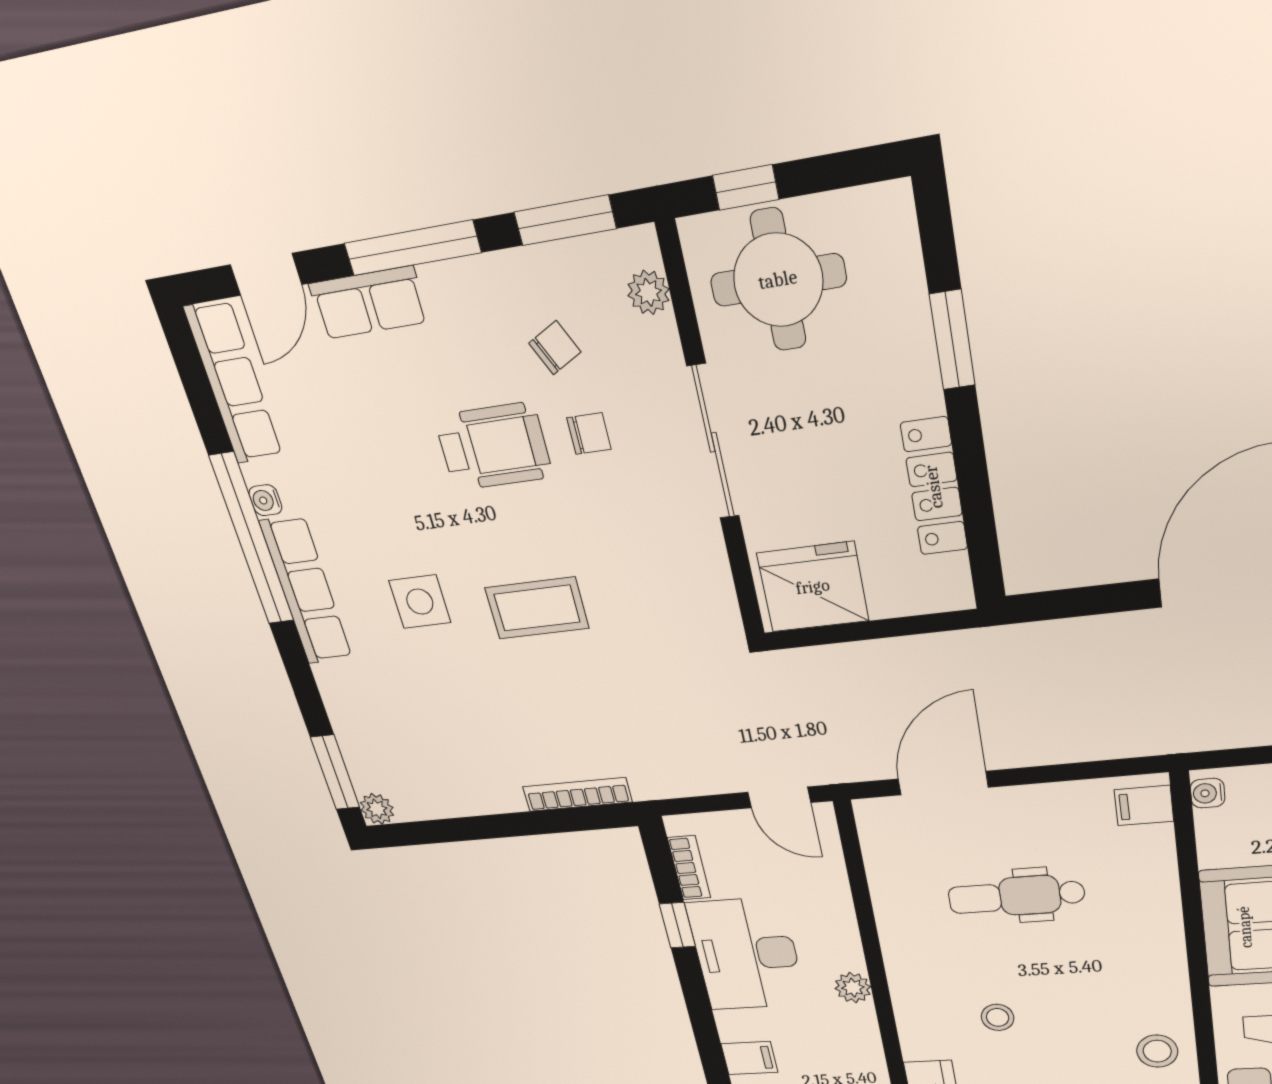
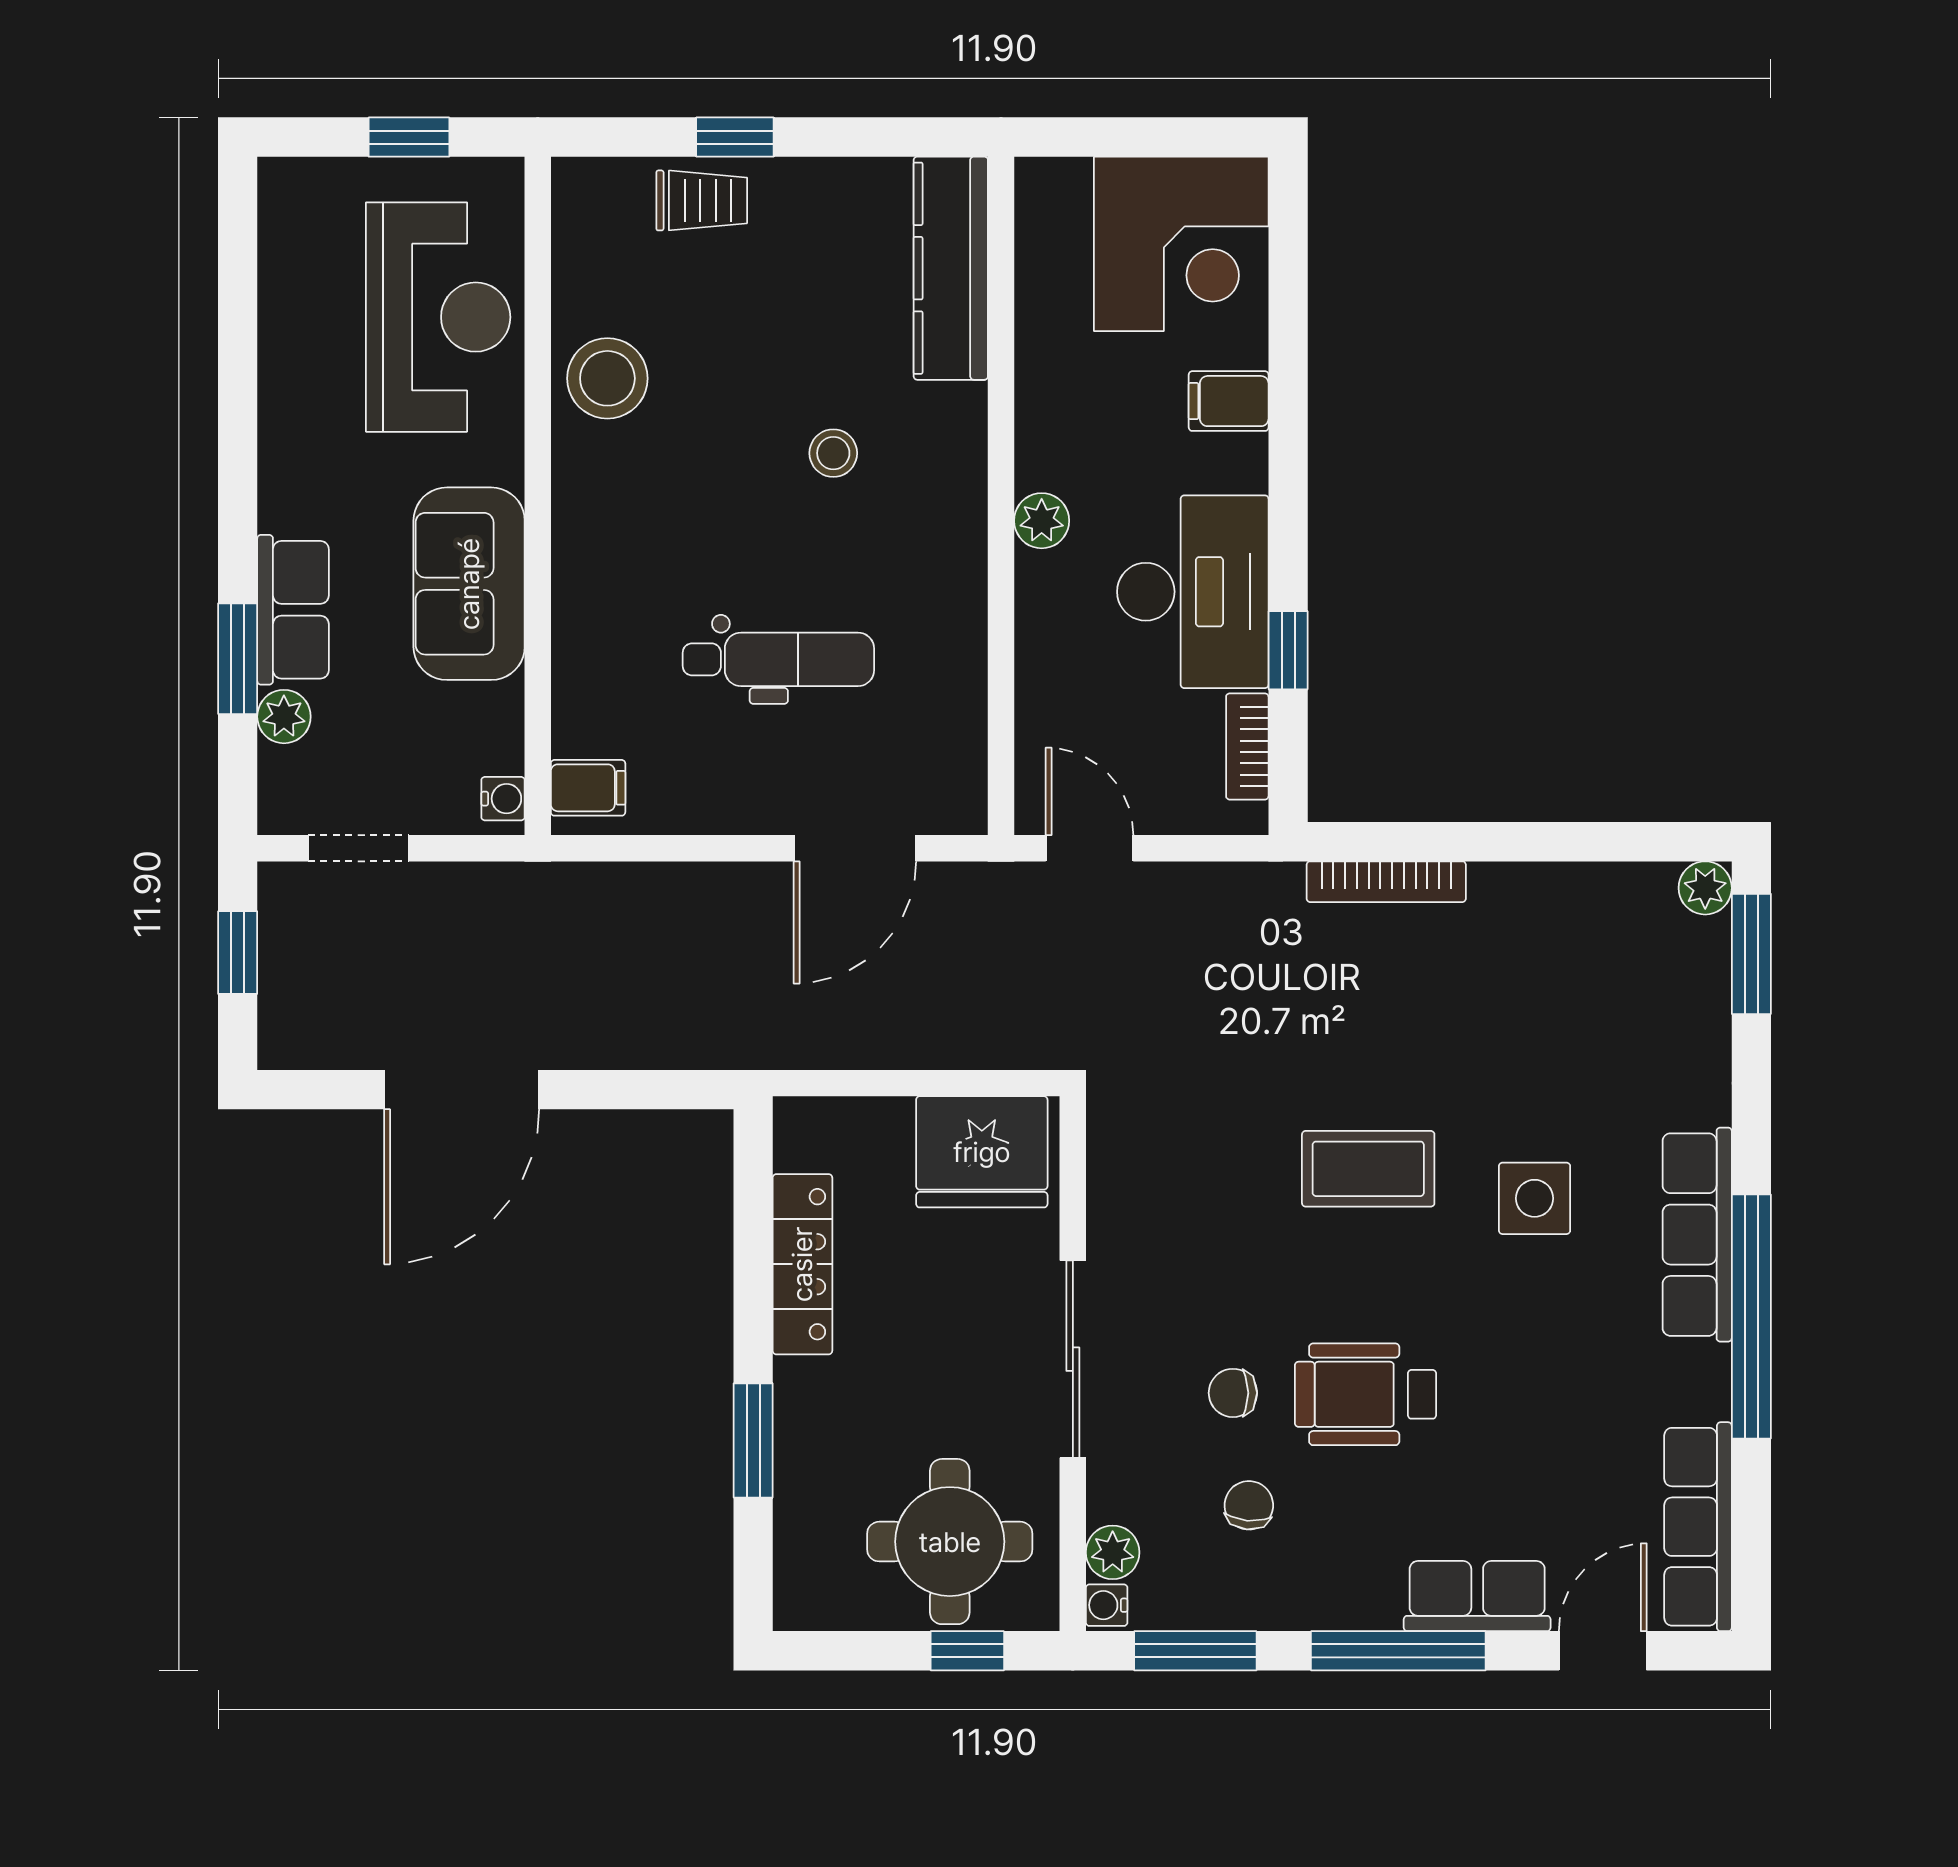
chair: (555, 348) -> (1249, 1505), turned 122
water cooler: (265, 500) -> (1107, 1605), moved, turned 180
stool: (1157, 1051) -> (607, 378), width x1.38, depth x1.38

